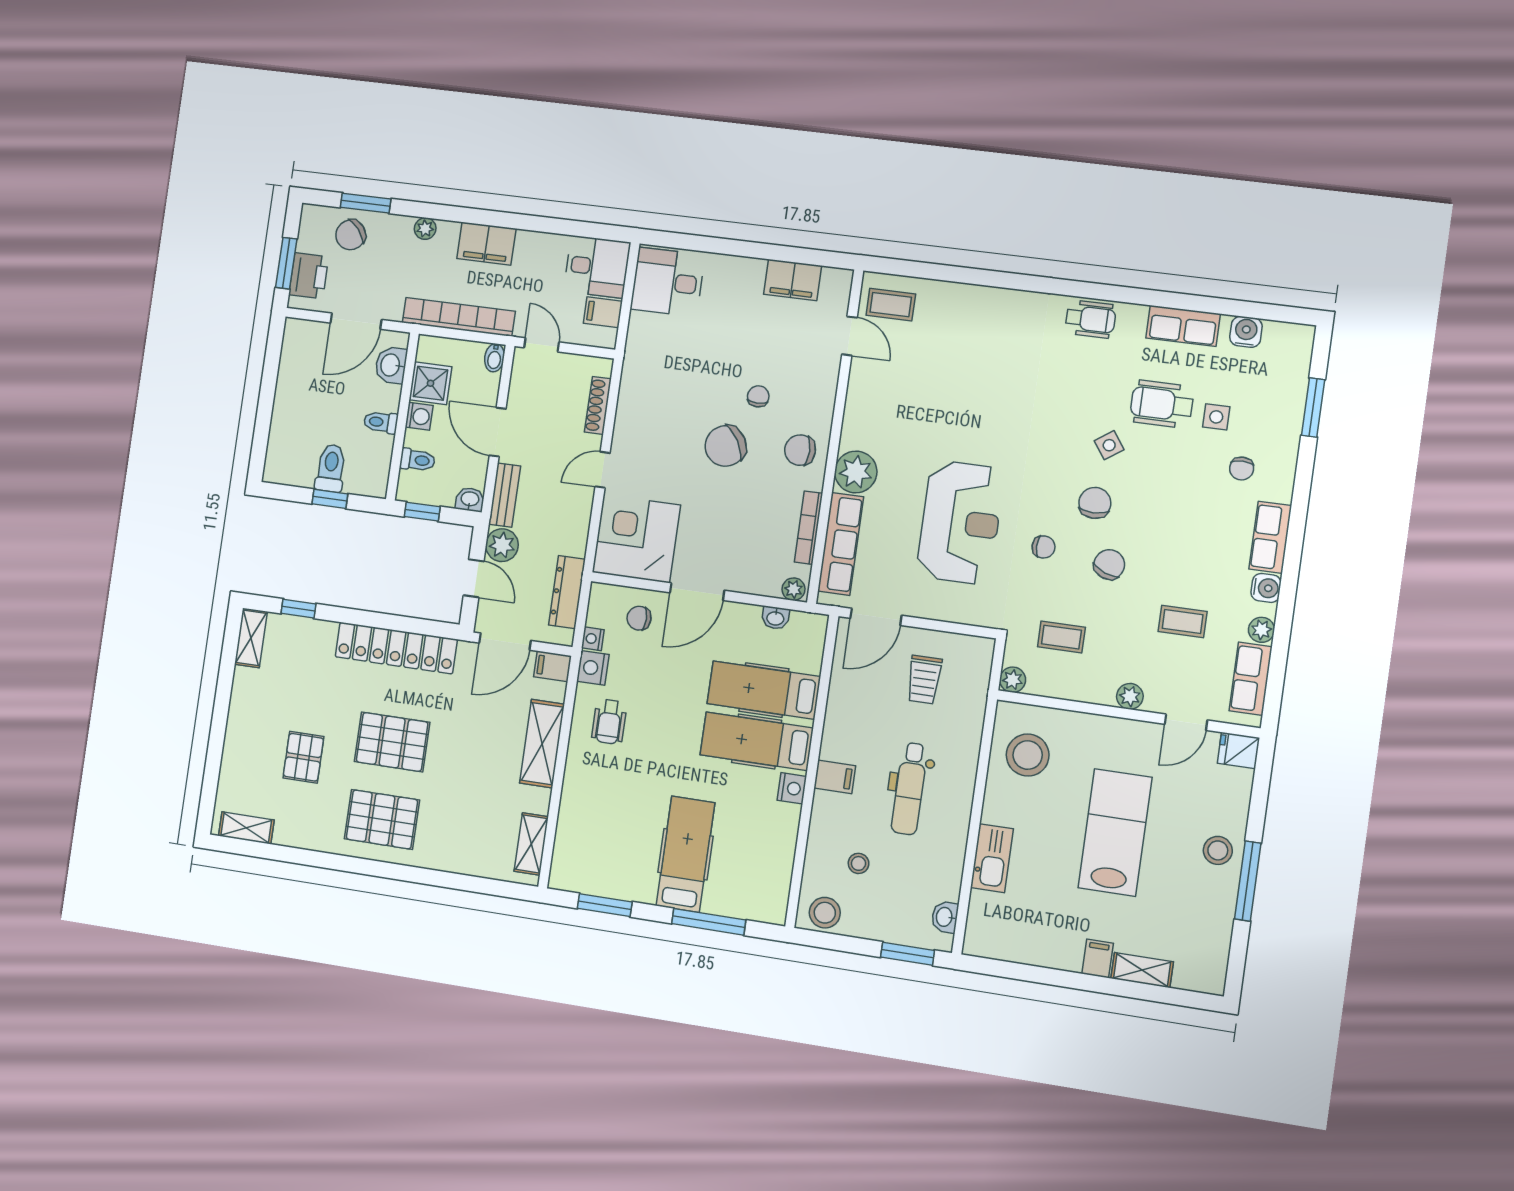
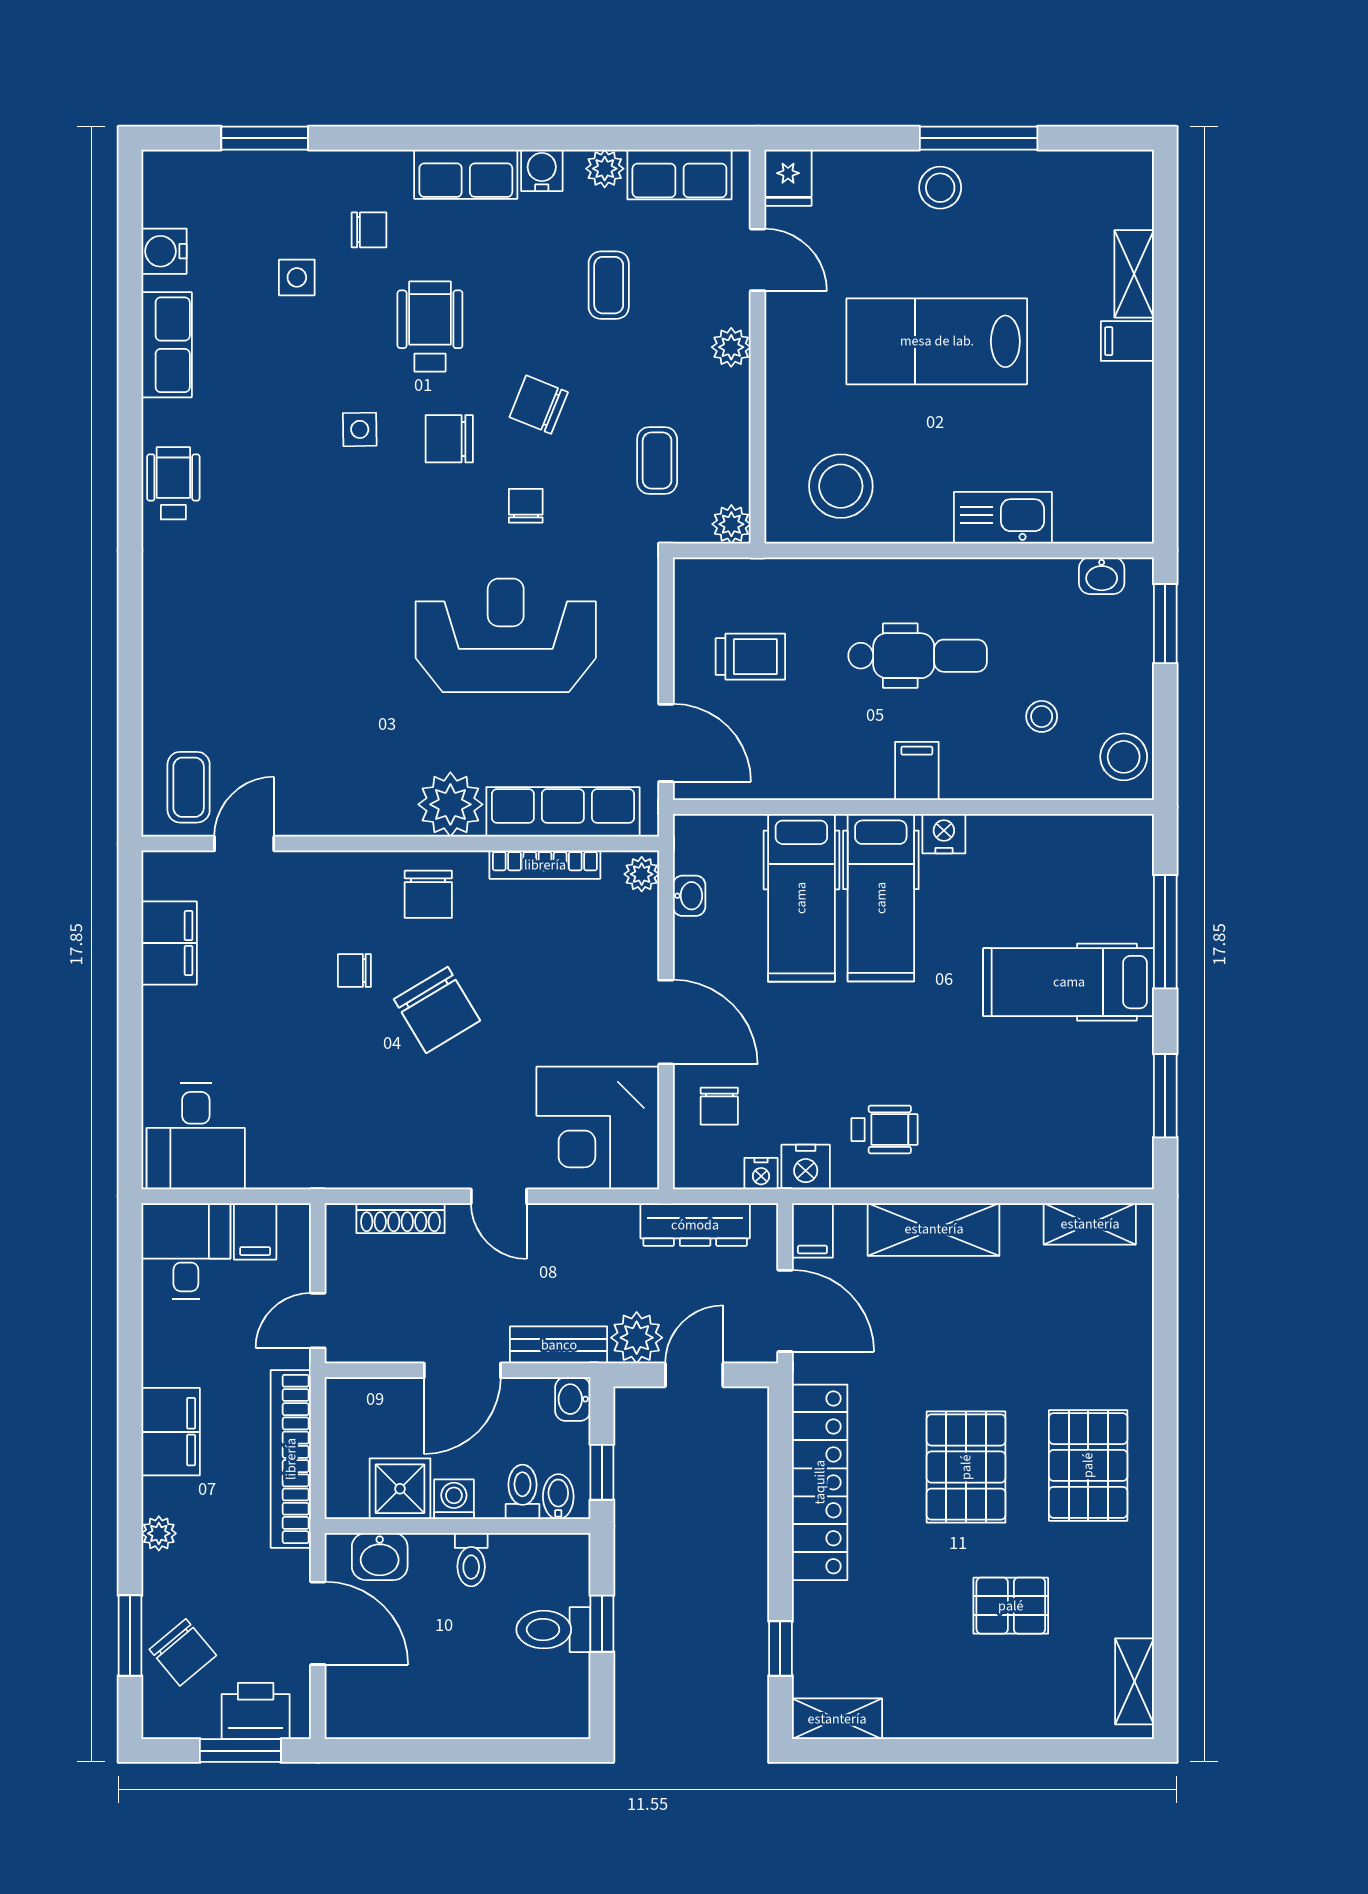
bidet: (494, 358) -> (558, 1497), moved, turned -90
wheelchair: (1162, 404) -> (430, 326), moved, turned 180
side table: (1109, 445) -> (360, 429), turned 34

